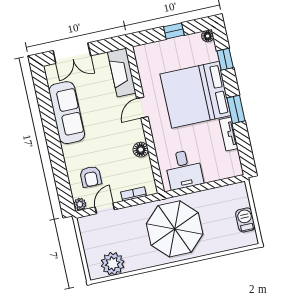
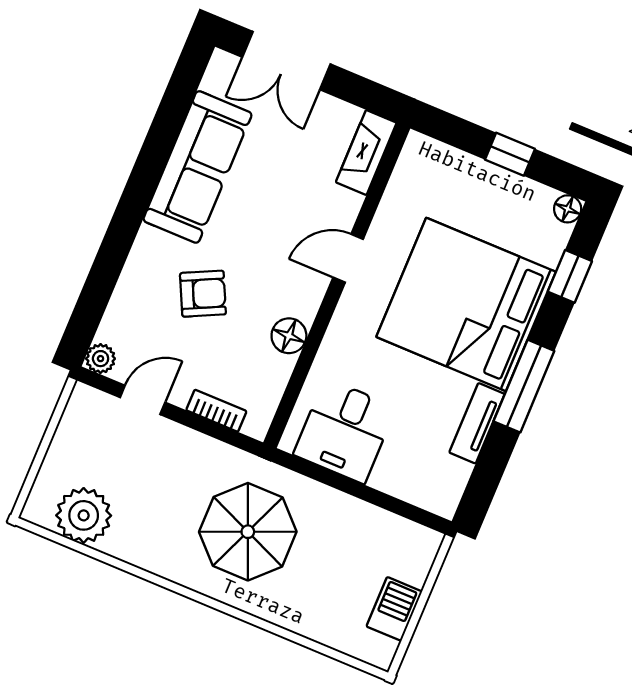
fireplace: (122, 72) -> (366, 153), width x0.73, depth x0.76
window: (236, 109) -> (524, 386), width x1.44
armchair: (91, 177) -> (203, 294), moved, turned -116
parasol: (175, 229) -> (248, 532), width x0.73, depth x0.73

